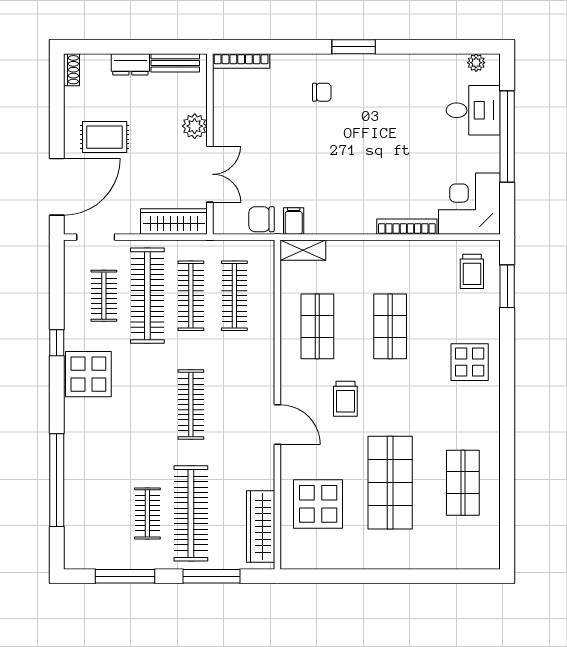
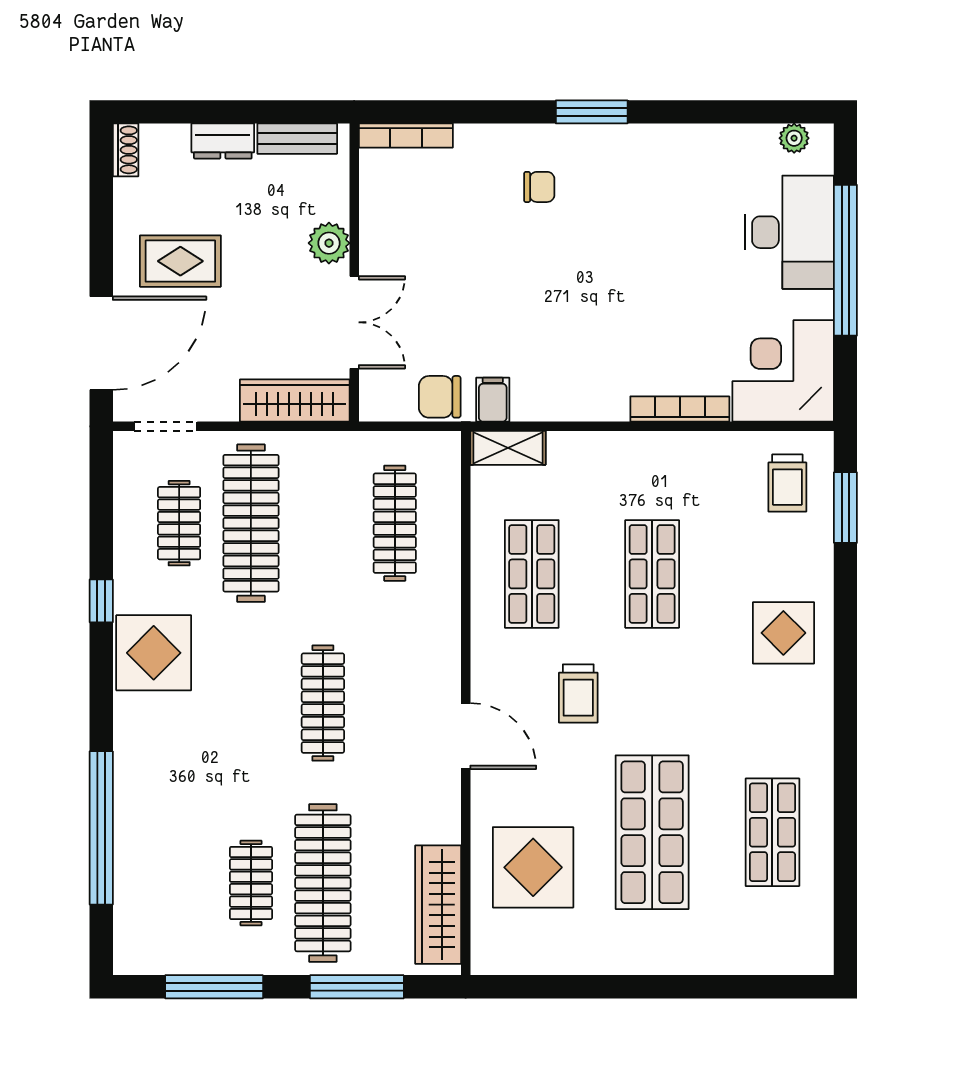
desk: (473, 110) -> (789, 232), width x1.37
clothes rail: (191, 296) -> (323, 523), removed

